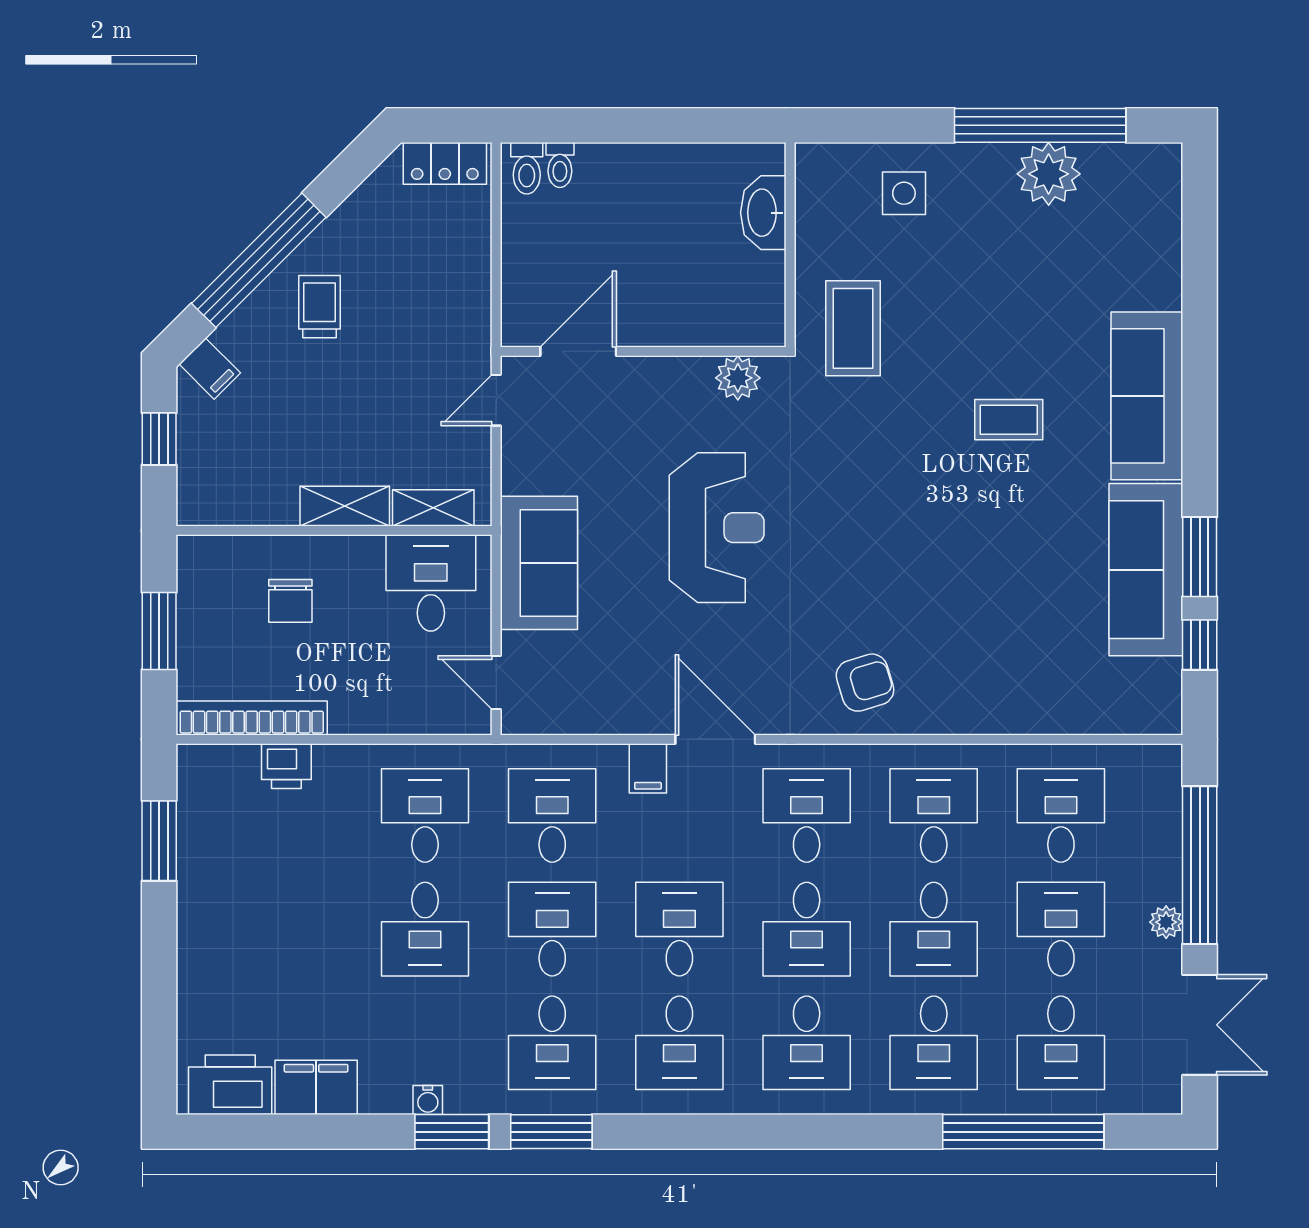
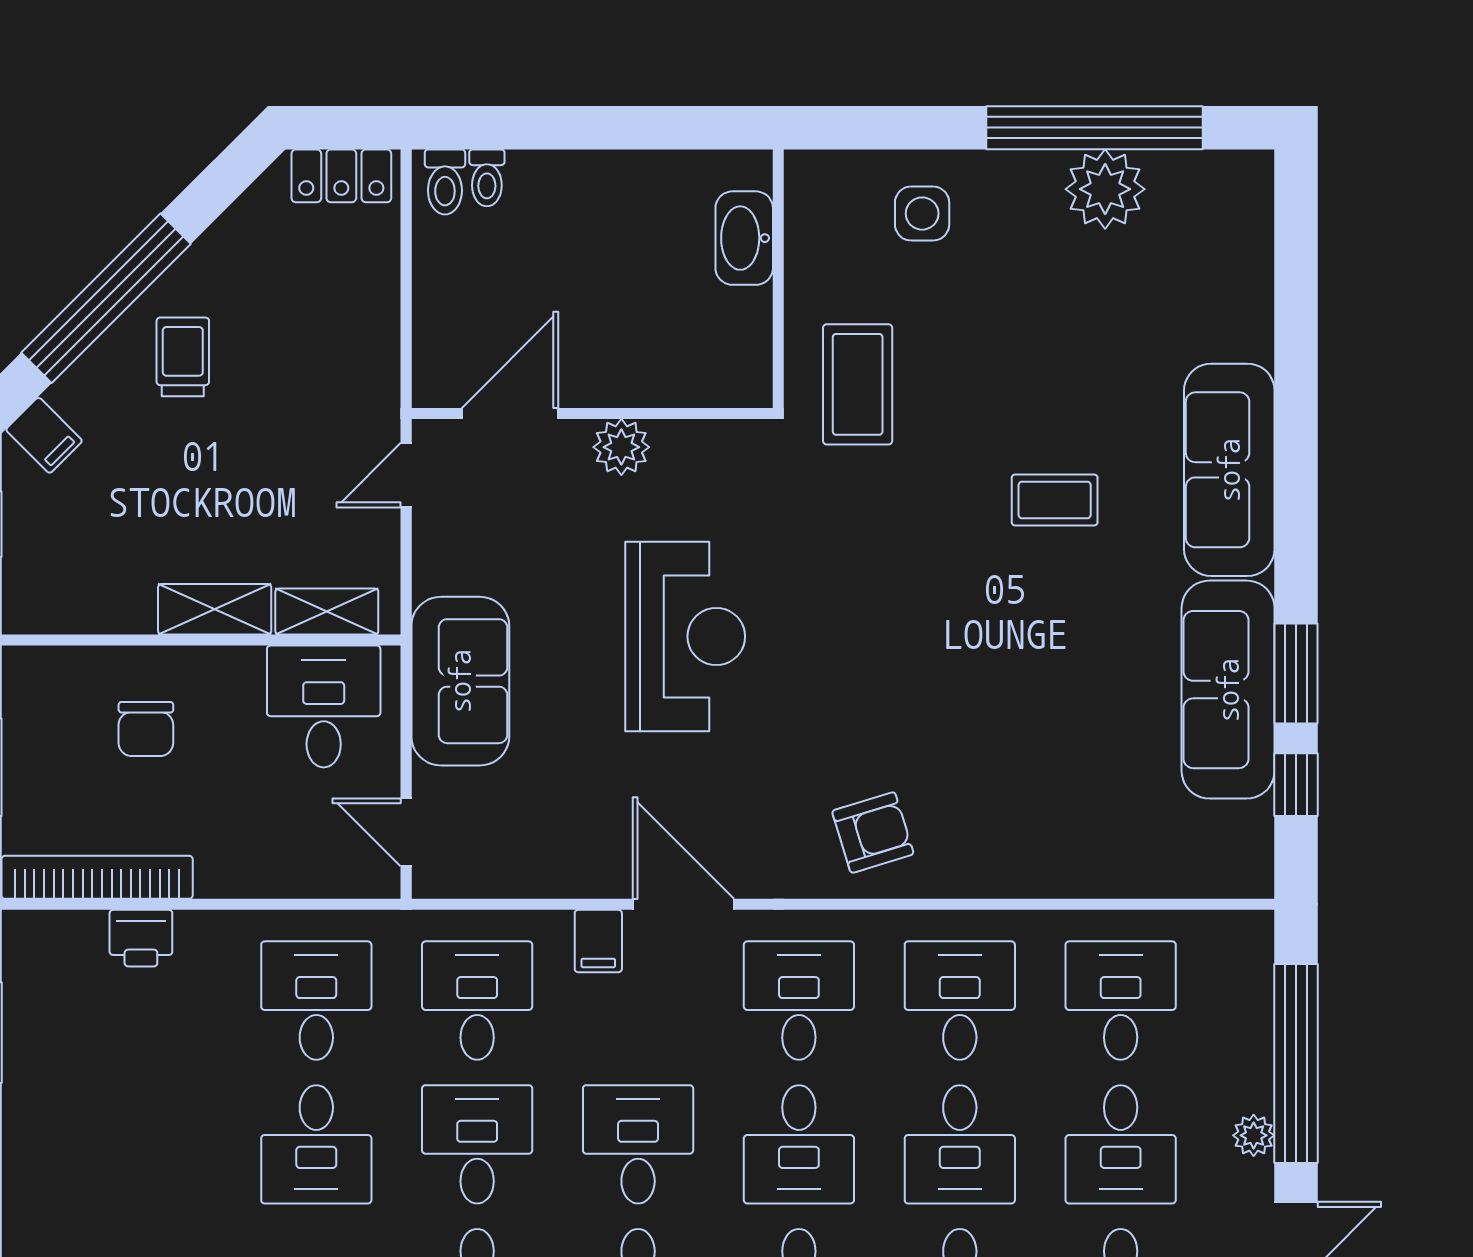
plant: (738, 378) -> (621, 447), moved
desk: (1061, 929) -> (1121, 1144), turned 180

